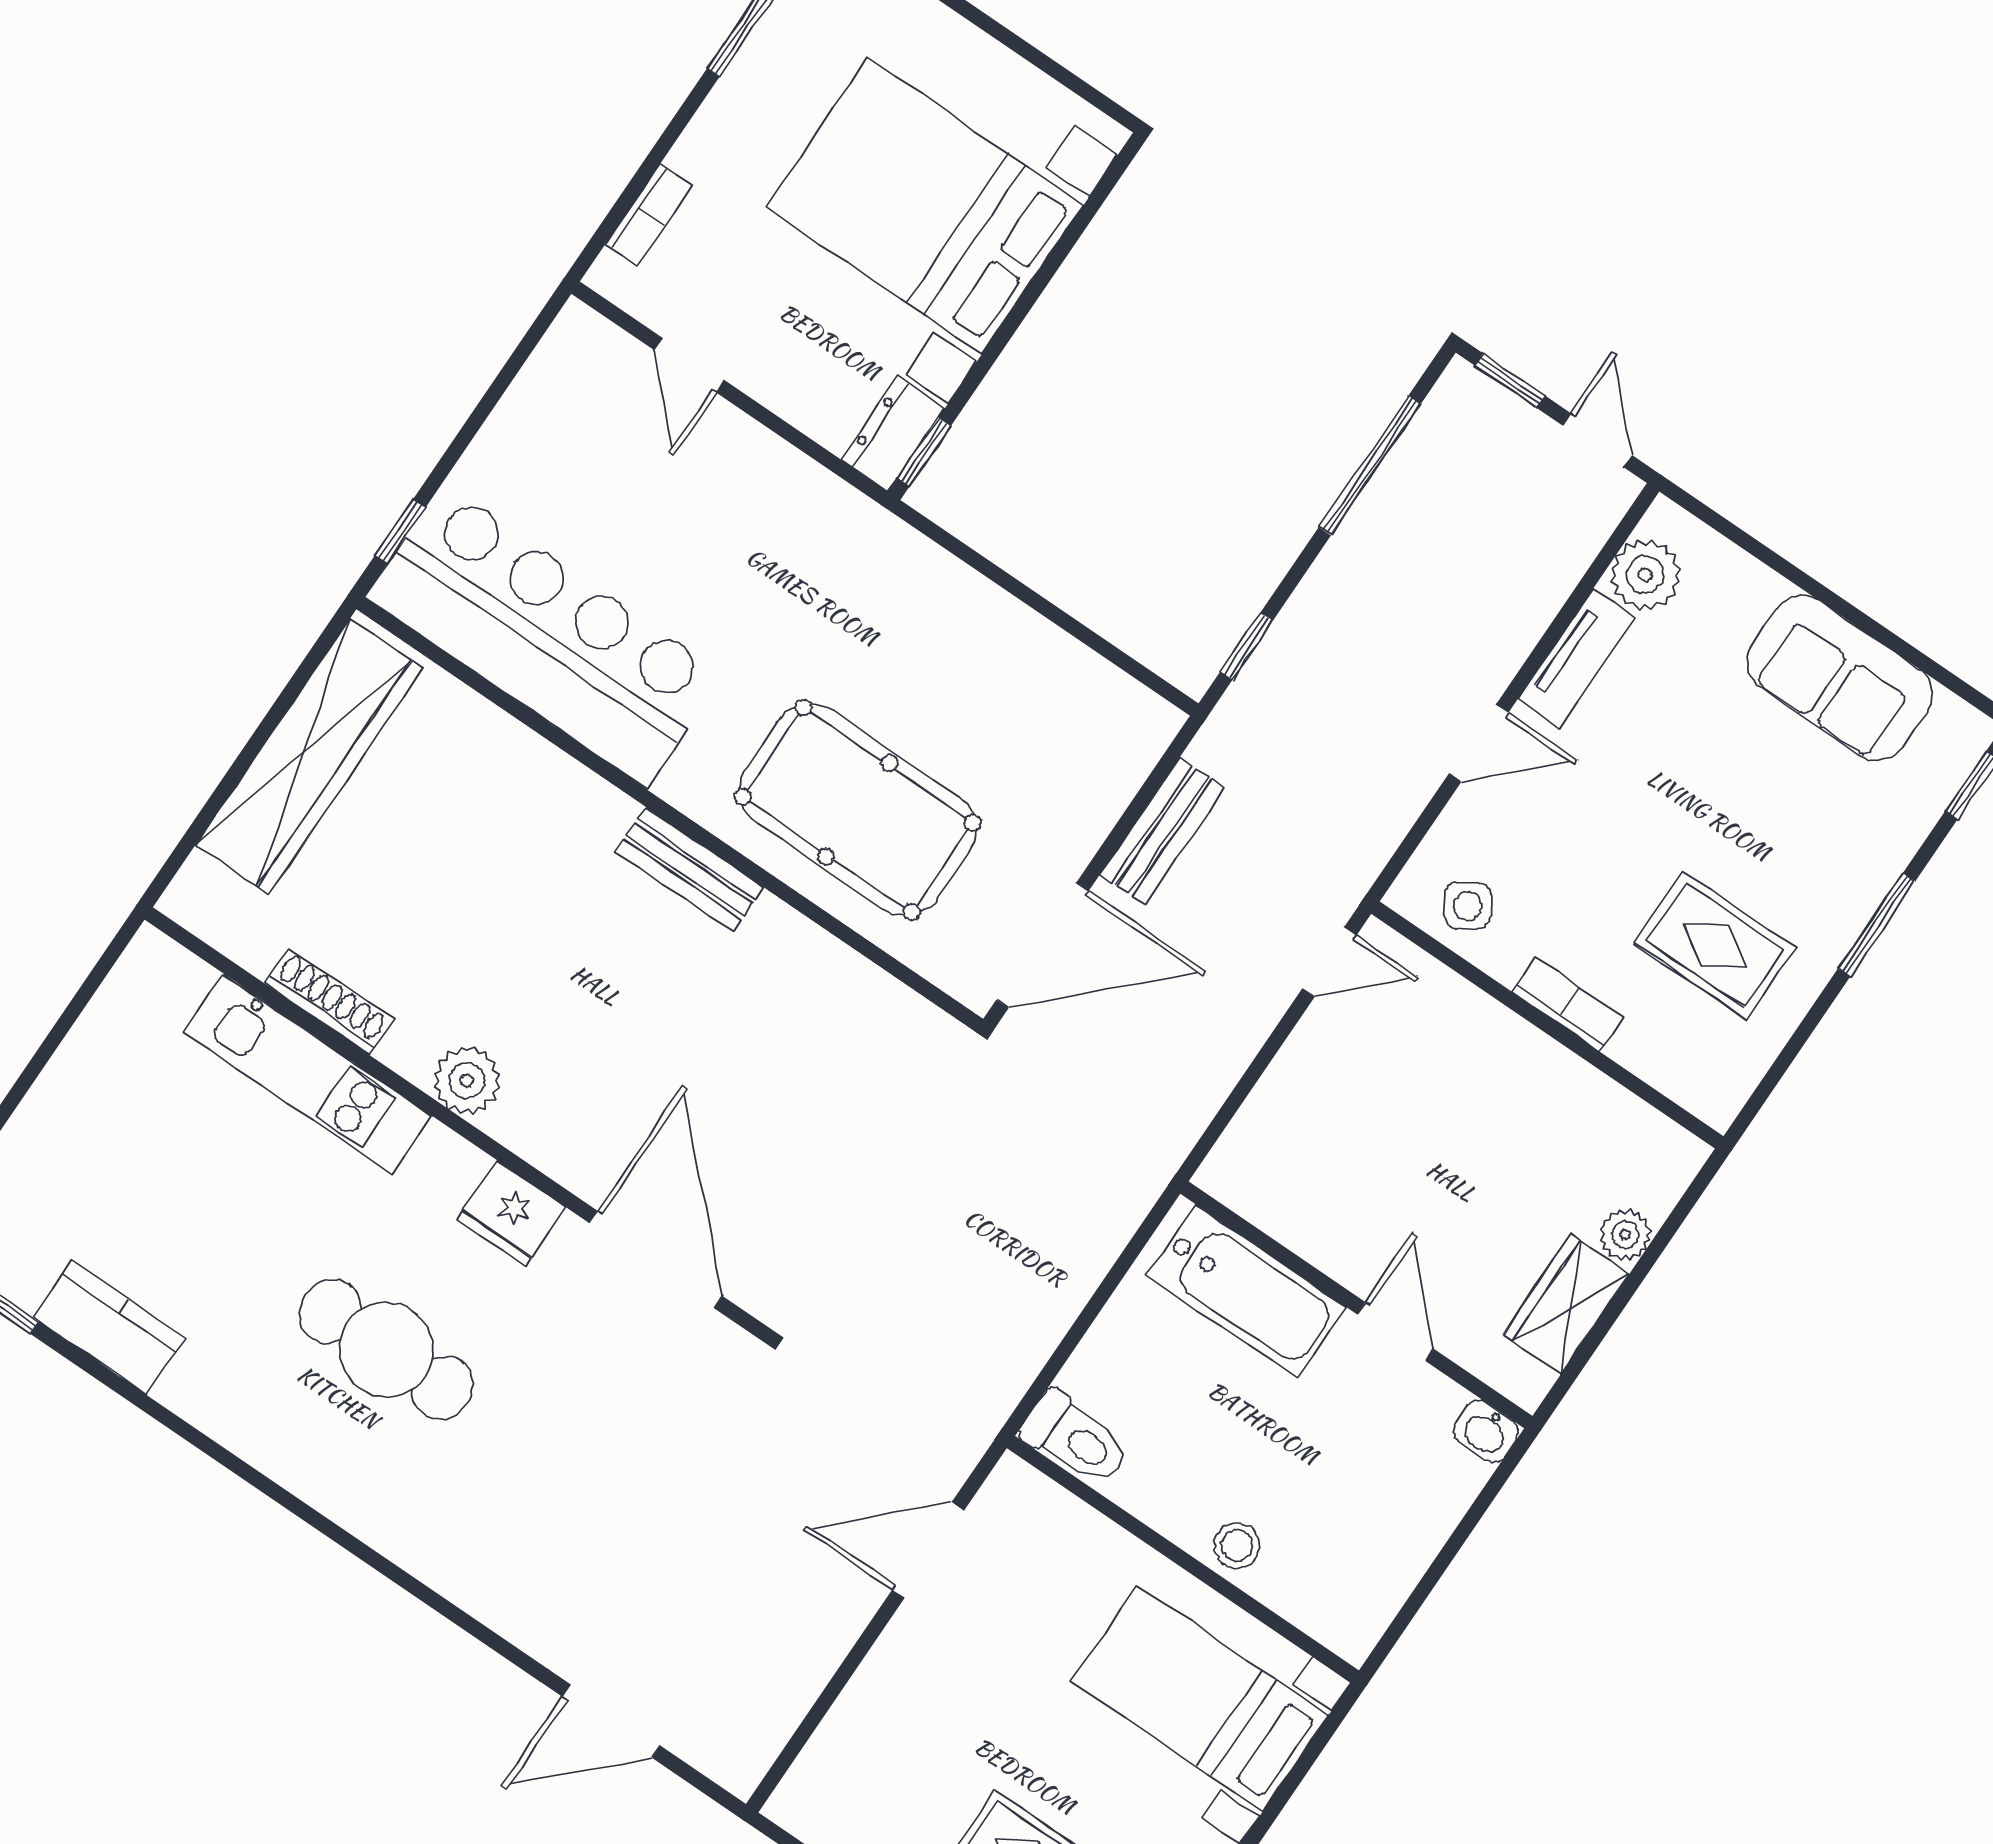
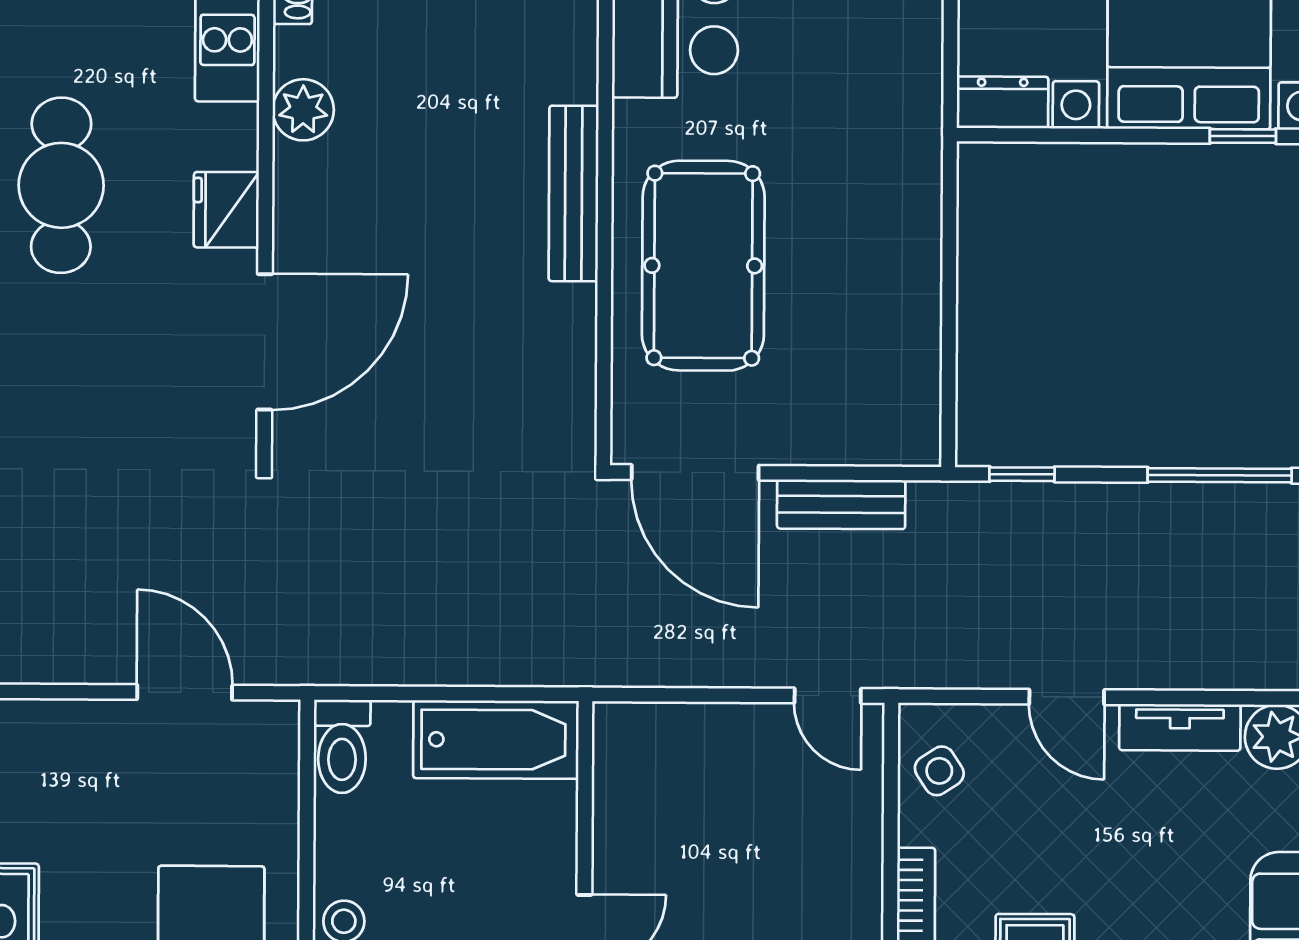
window: (924, 452) -> (1243, 136), moved
bench: (690, 870) -> (574, 193), width x1.36
bathtub: (1247, 1291) -> (496, 740), moved, turned -90

